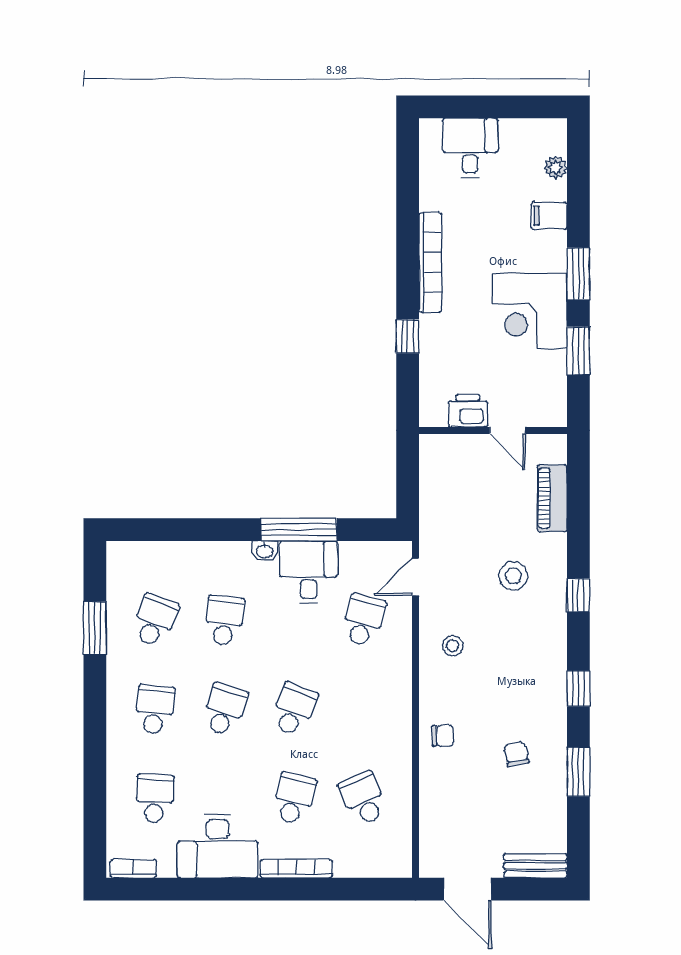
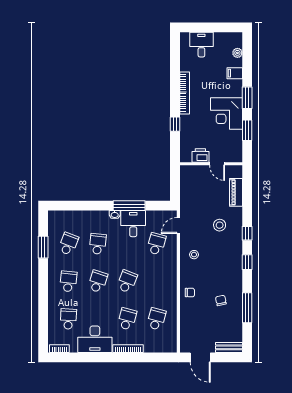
window: (578, 689) -> (247, 262), moved
window: (578, 772) -> (247, 308), width x1.44
school desk: (363, 798) -> (156, 319), turned 39

